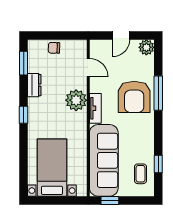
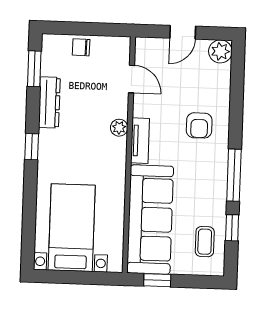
dresser: (34, 85) -> (49, 102), width x1.44
window: (158, 93) -> (234, 175), moved
armchair: (134, 97) -> (199, 125), width x0.53, depth x0.53
plant: (76, 100) -> (119, 128), width x0.53, depth x0.53

